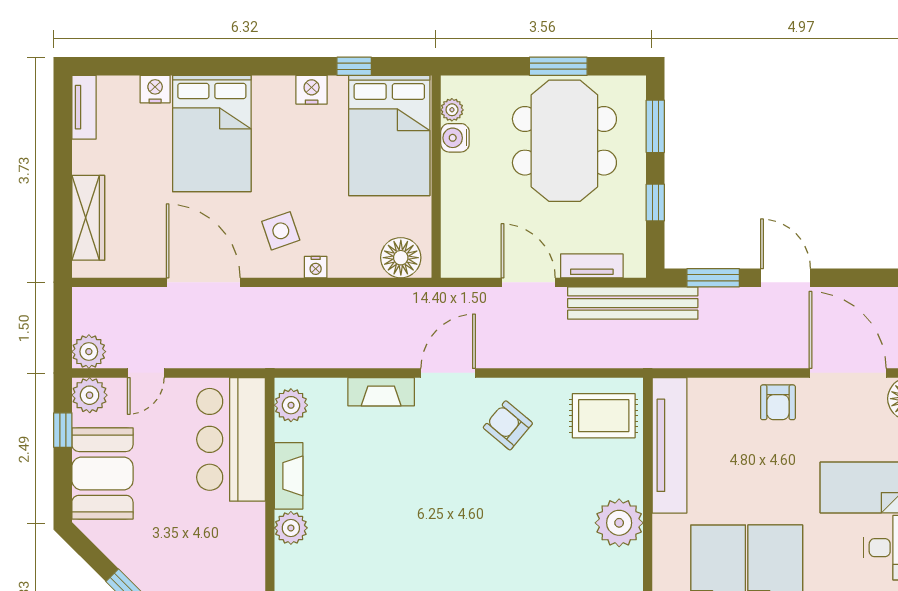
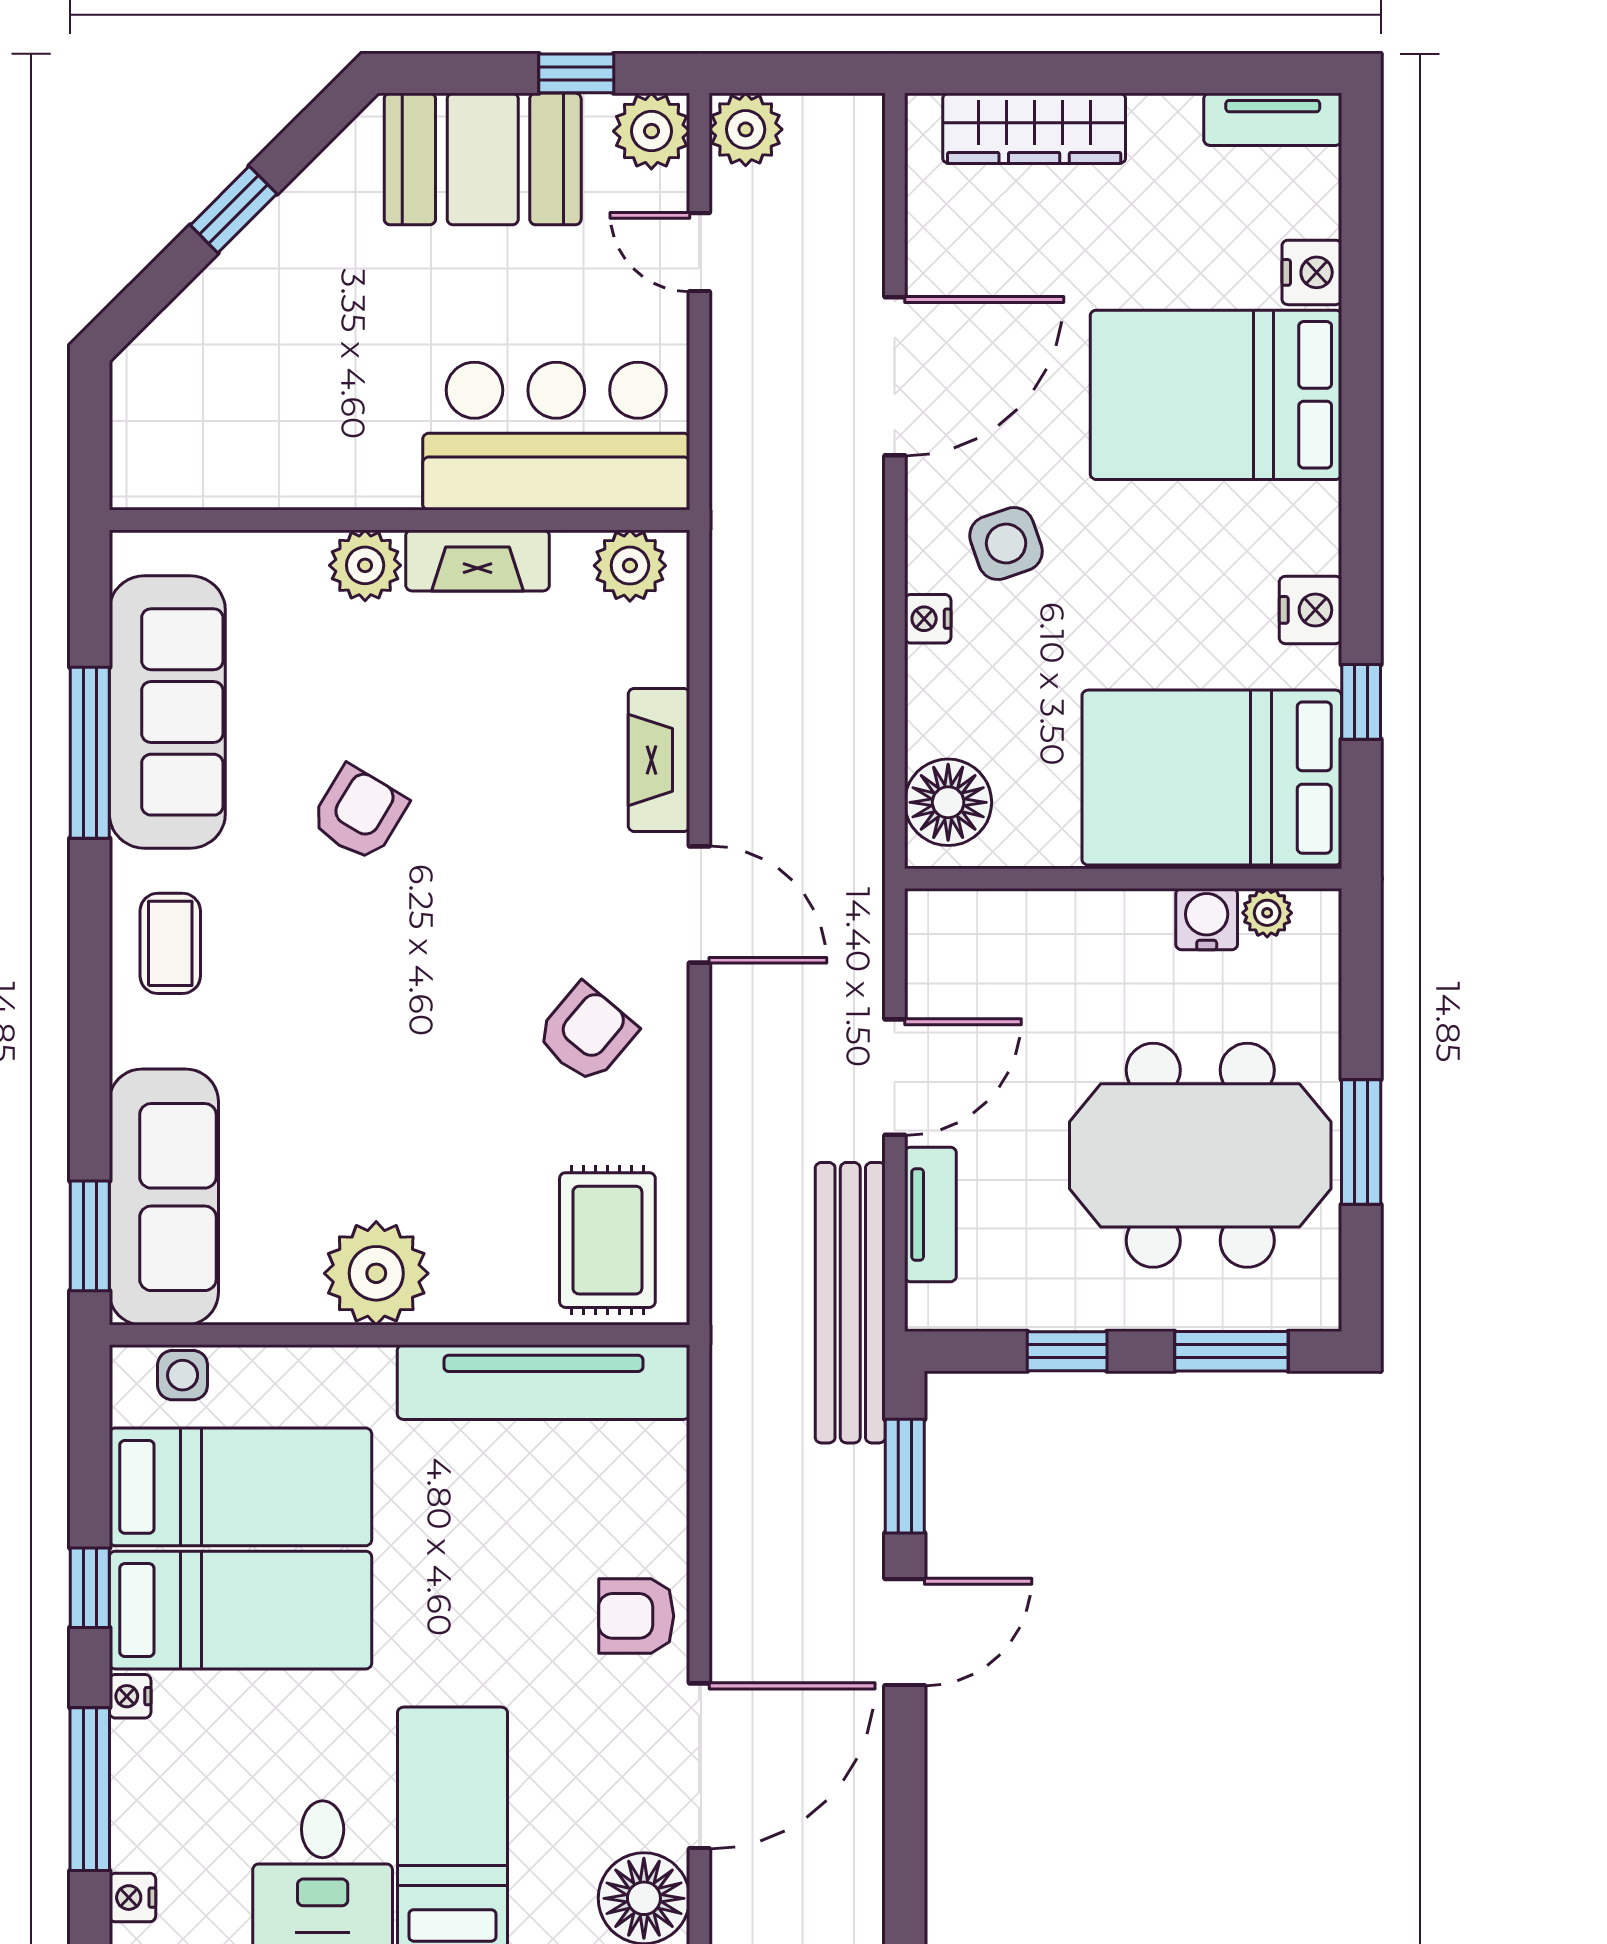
armchair: (406, 531) -> (359, 813), added

